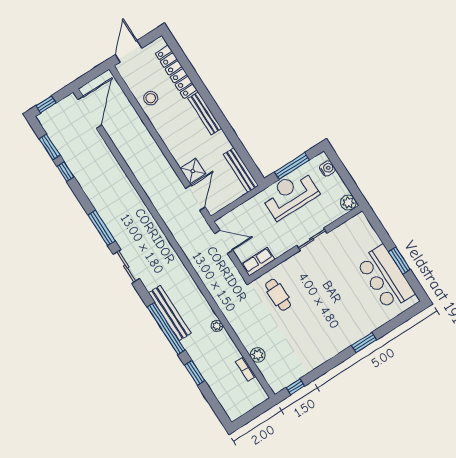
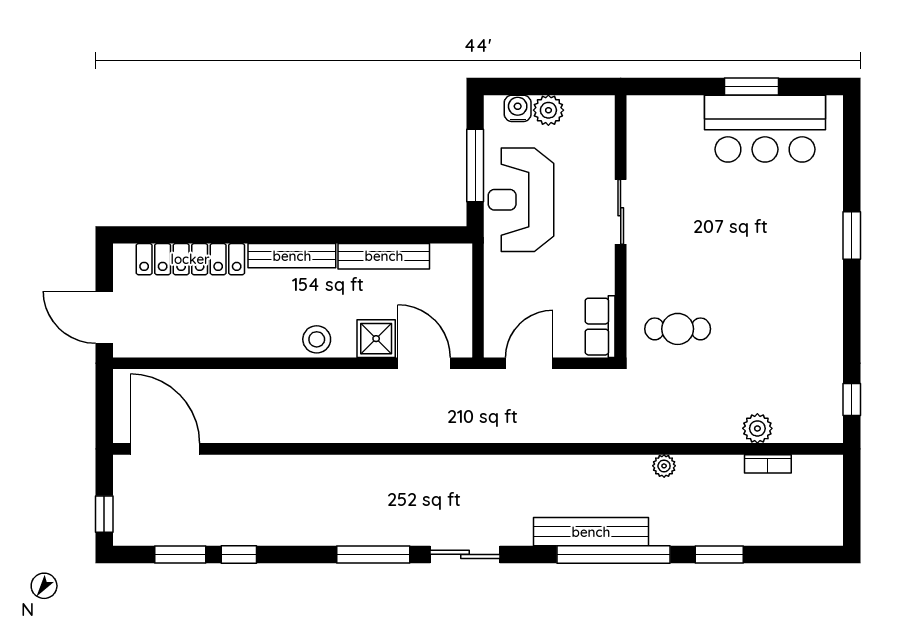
stool: (151, 98) -> (317, 339), moved
bench: (241, 170) -> (384, 256), moved
plant: (348, 203) -> (548, 110), moved

